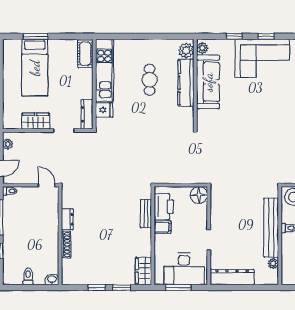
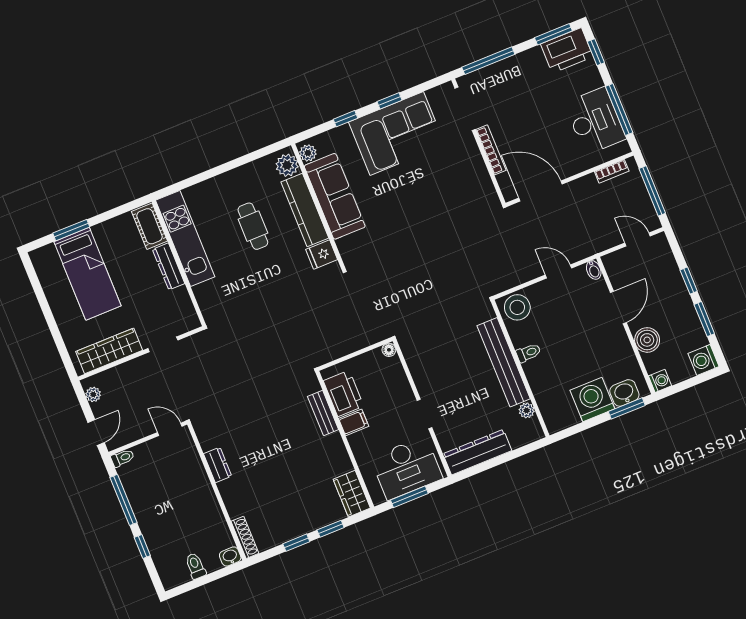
fridge: (104, 110) -> (322, 254), moved, turned 180
dresser: (87, 114) -> (169, 266), moved
wardrobe: (36, 121) -> (109, 351), width x1.50
floor lamp: (199, 195) -> (389, 350), width x0.53, depth x0.53
shoe rack: (66, 245) -> (245, 537), moved

